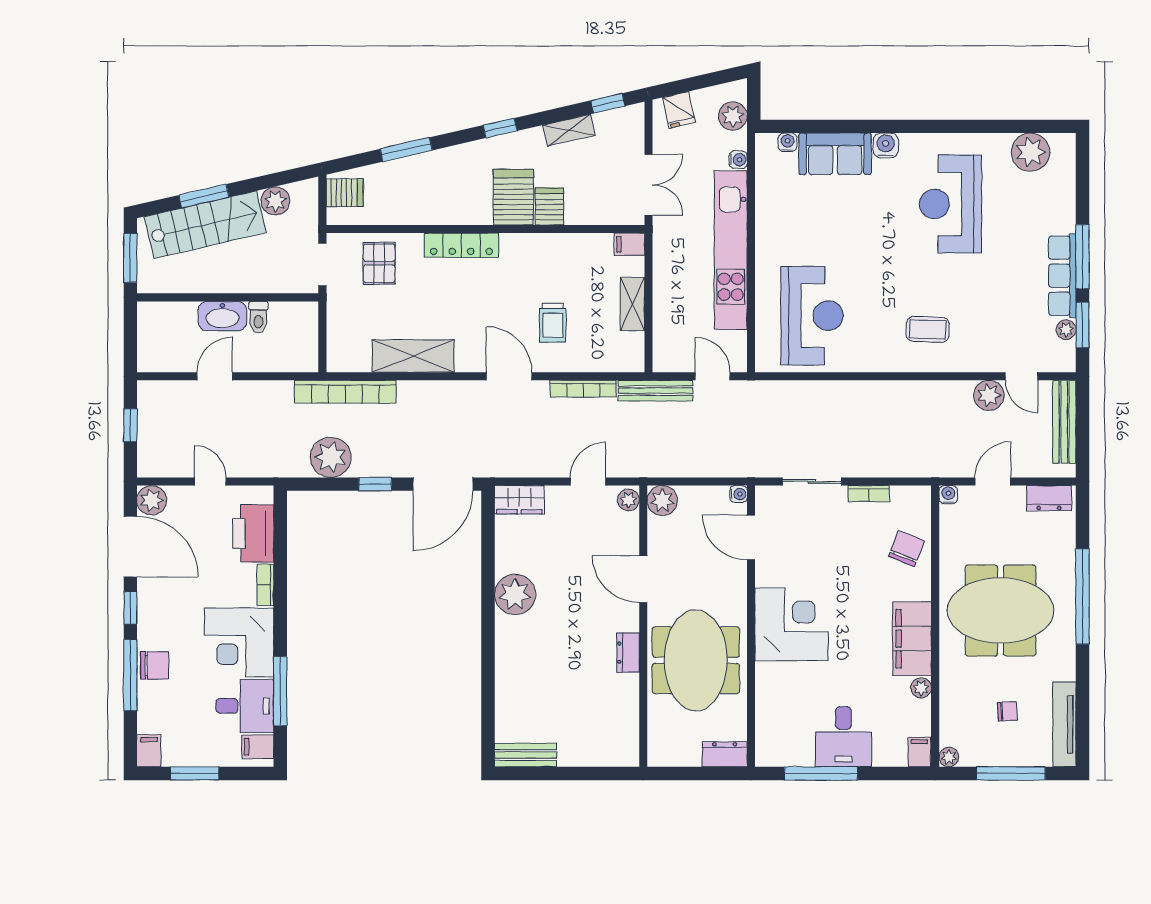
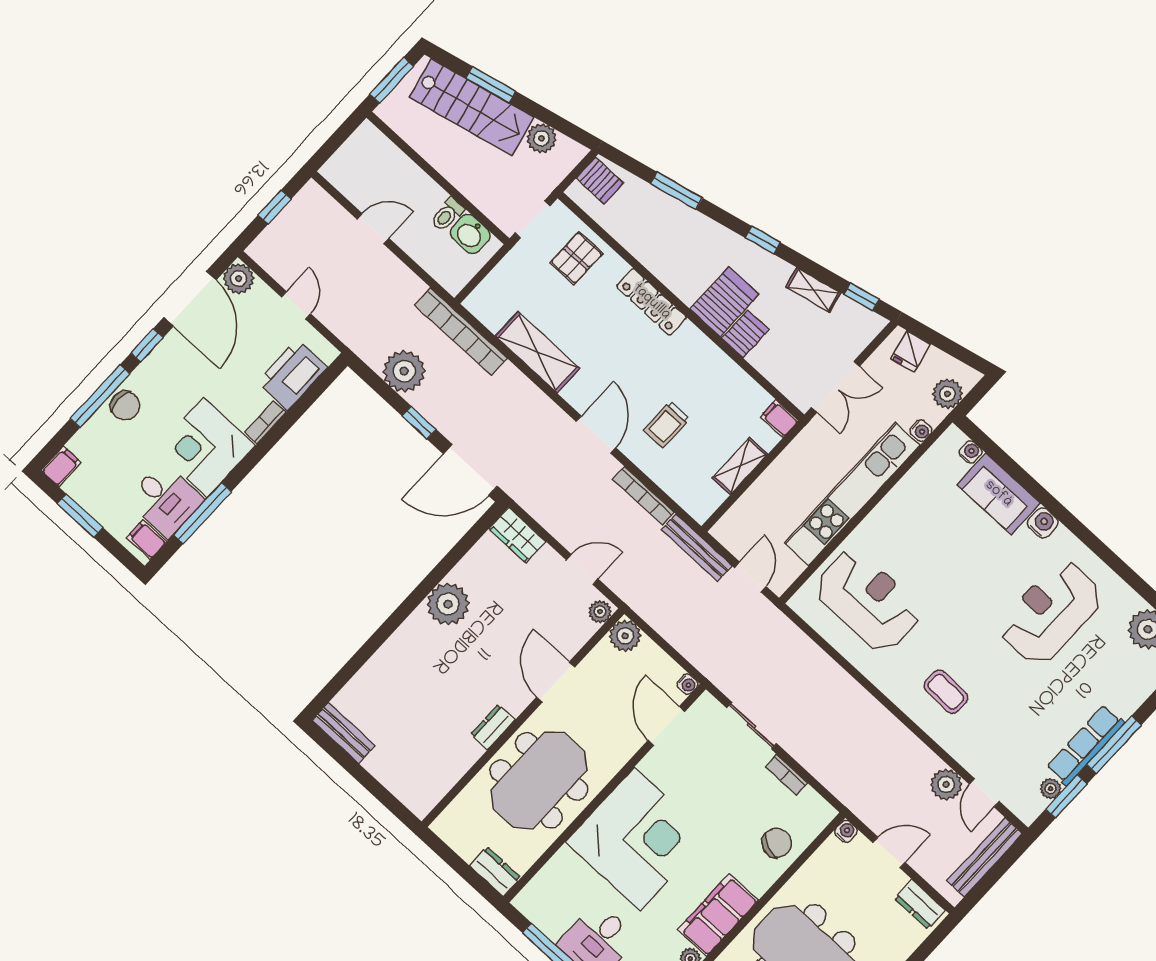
washbasin: (222, 316) -> (470, 234), moved, width x0.72
reception desk: (812, 316) -> (868, 600), turned -90
corner desk: (791, 624) -> (637, 839), width x1.36, depth x1.36

